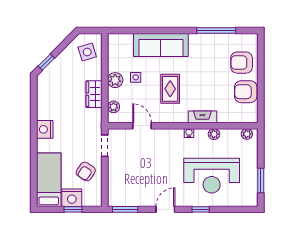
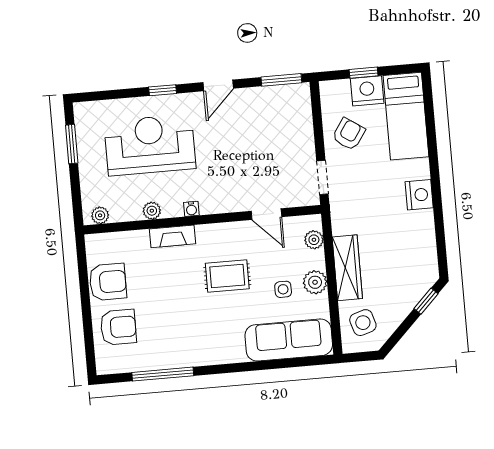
sofa: (161, 45) -> (289, 340), moved
rug: (170, 89) -> (227, 276), turned 90
wardrobe: (94, 94) -> (347, 268), width x1.50

